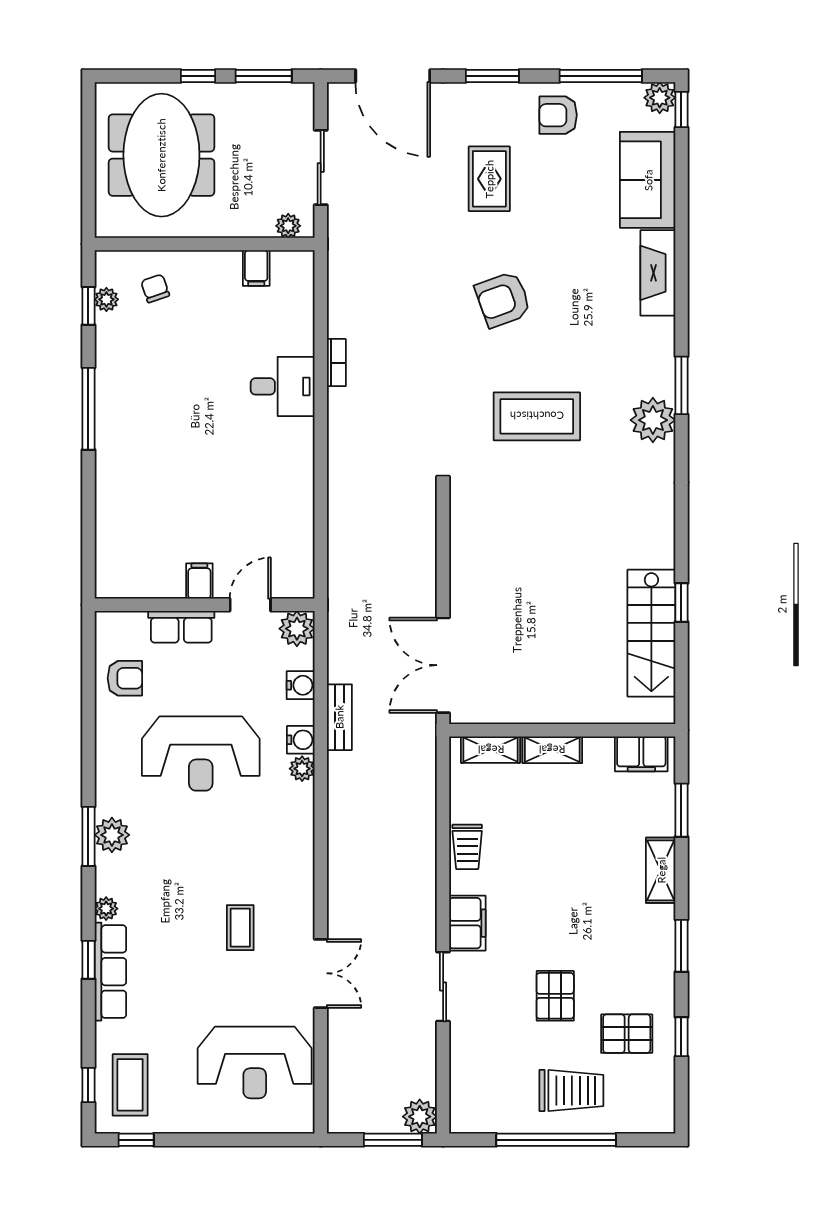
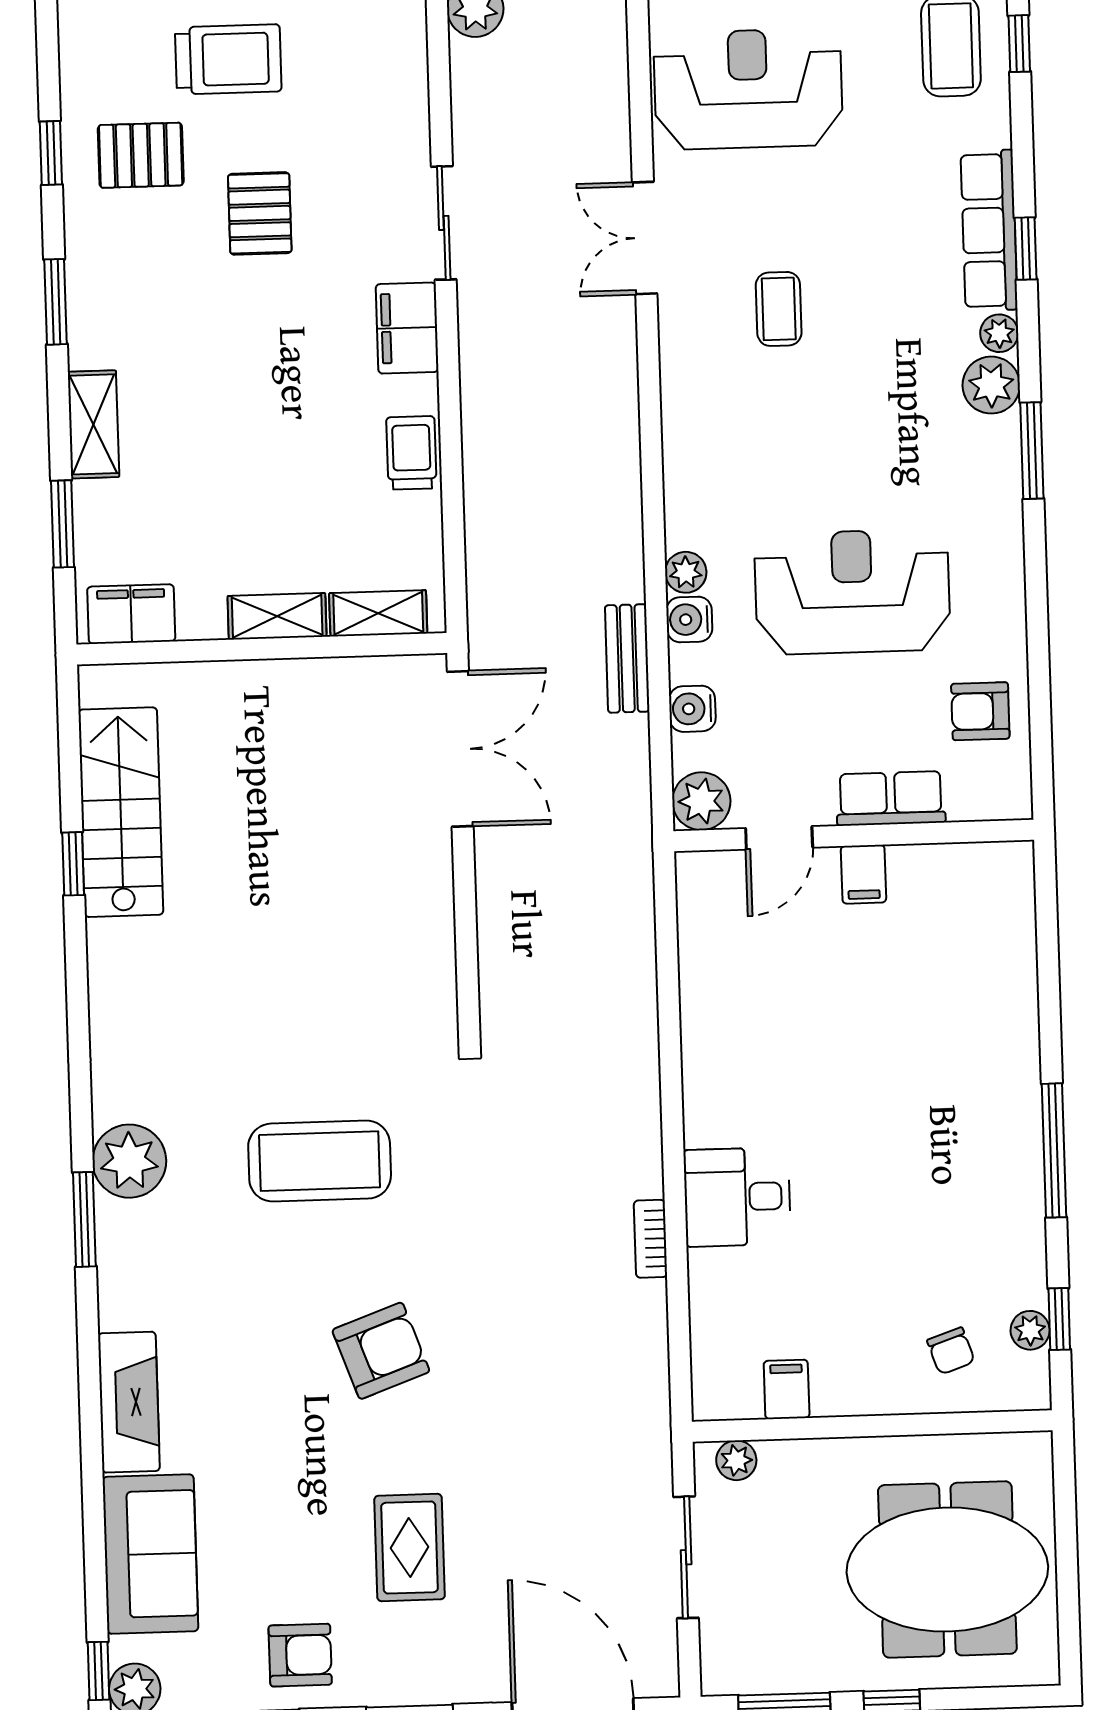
meeting table: (161, 155) -> (947, 1569), turned 90
plant: (112, 835) -> (991, 385), moved
trolley: (571, 1091) -> (228, 59), turned 180

